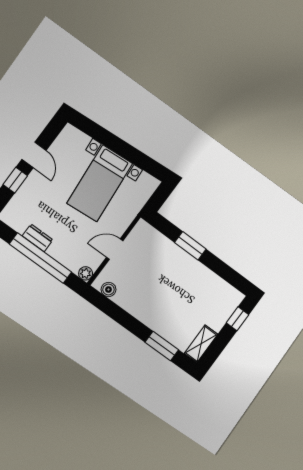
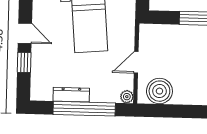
dresser: (38, 238) -> (71, 95), width x1.44
boiler: (108, 290) -> (159, 91), width x1.86, depth x1.86

